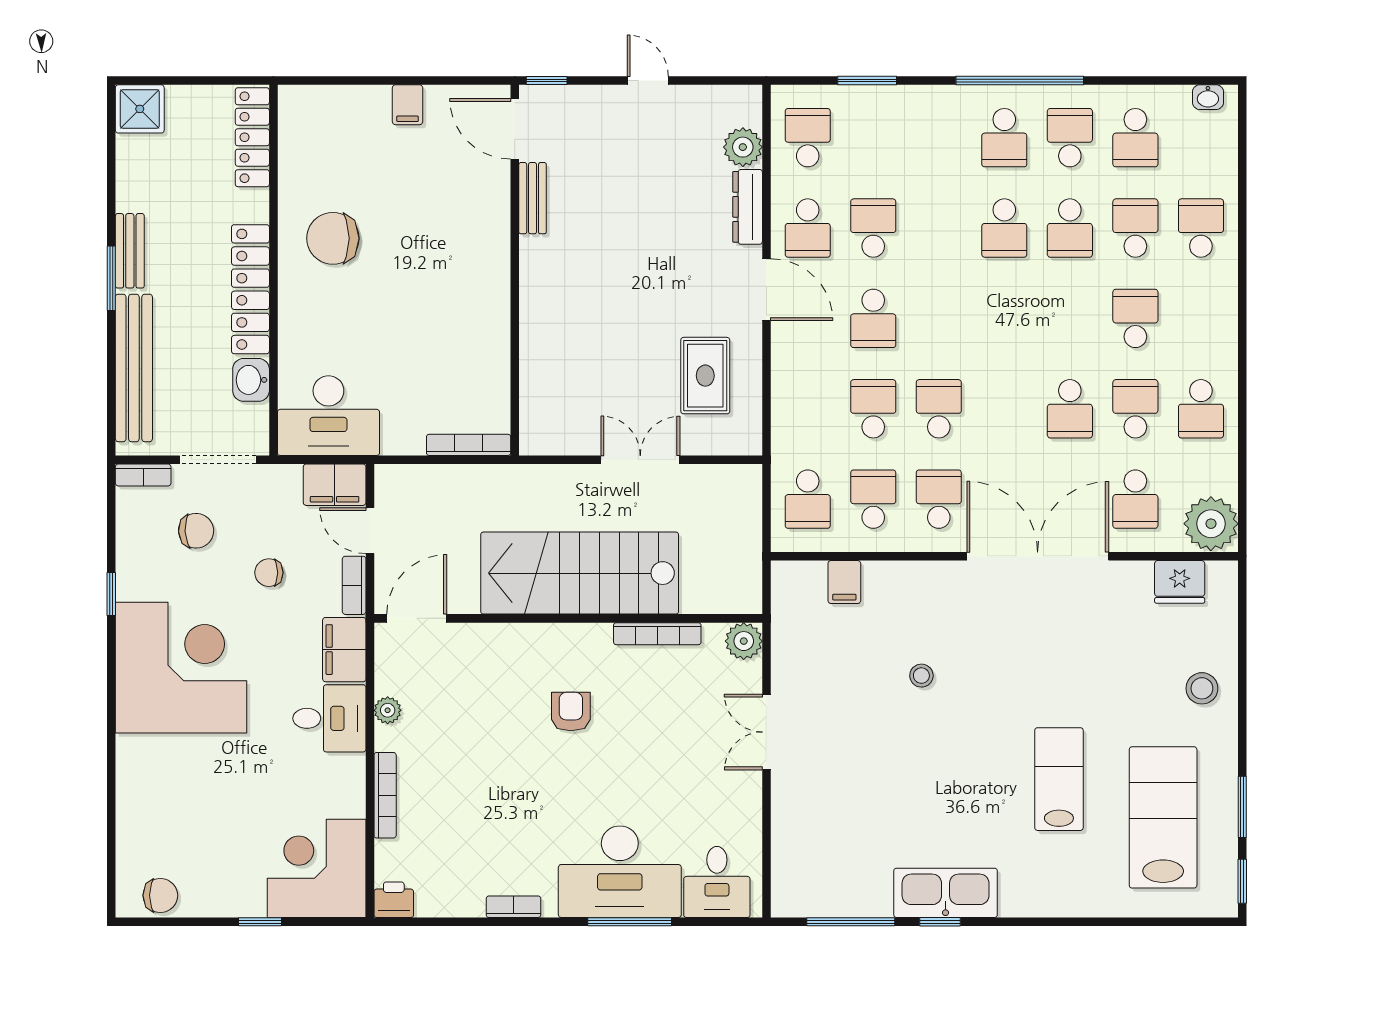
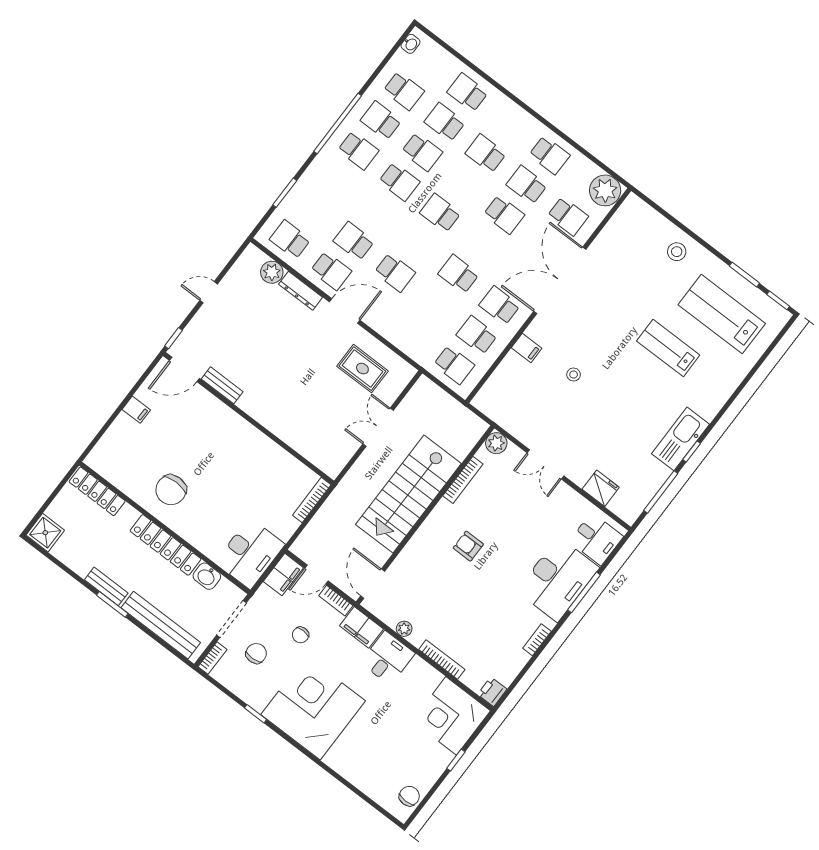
school desk: (873, 409) -> (440, 213), moved
filing cabinet: (844, 582) -> (527, 348), moved
fridge: (1180, 582) -> (601, 488), moved, turned -90

